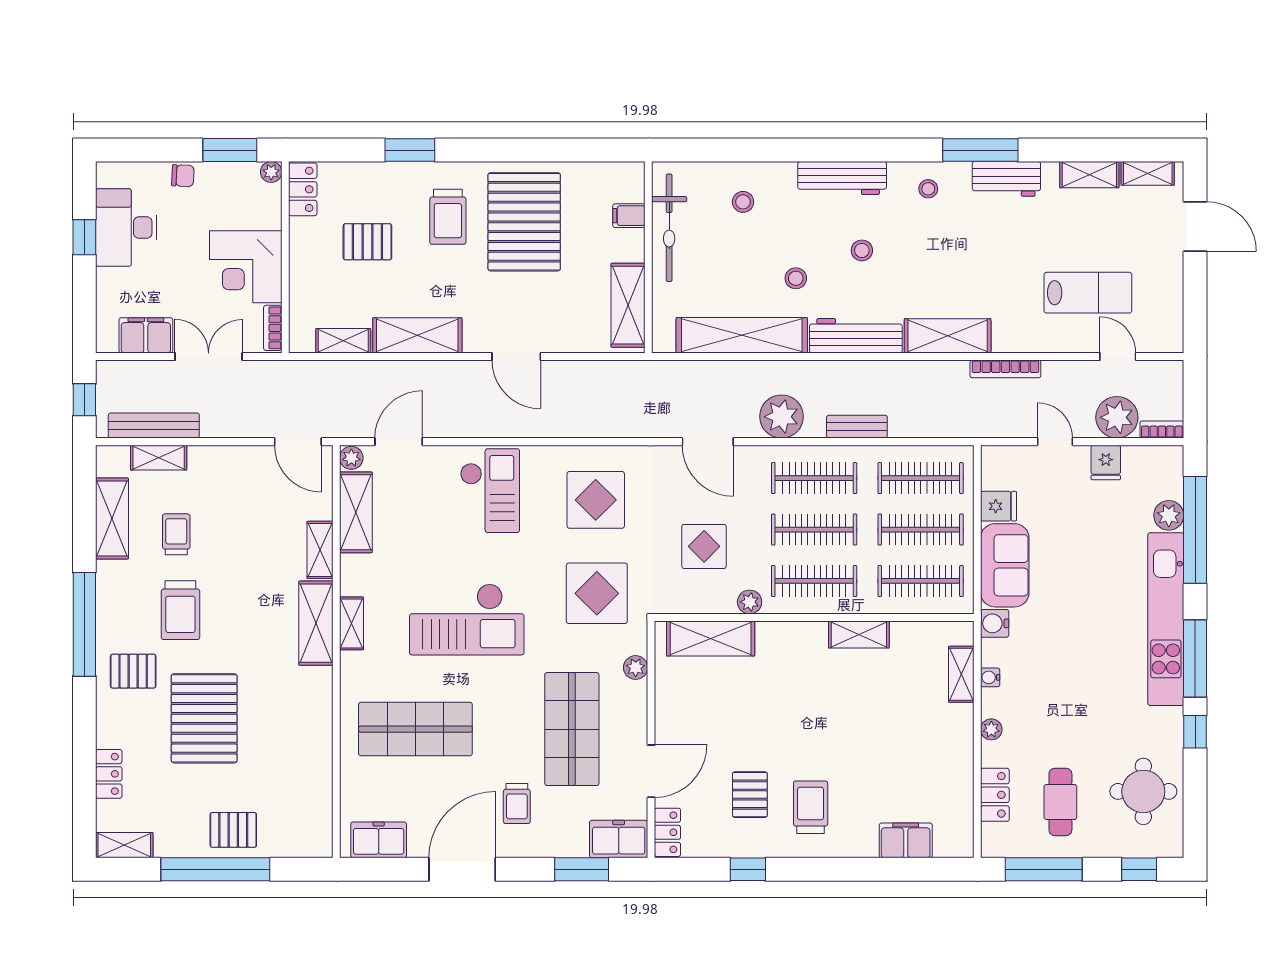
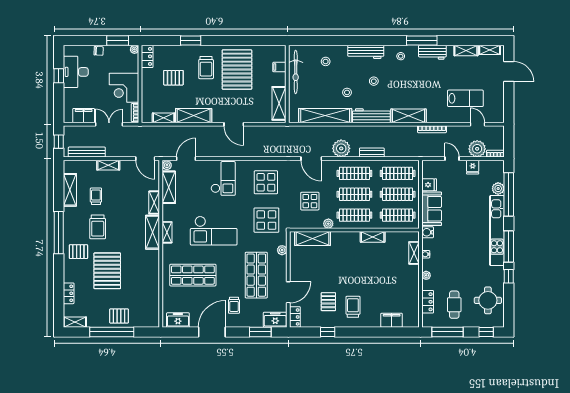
shelving: (159, 458) -> (108, 165), moved

